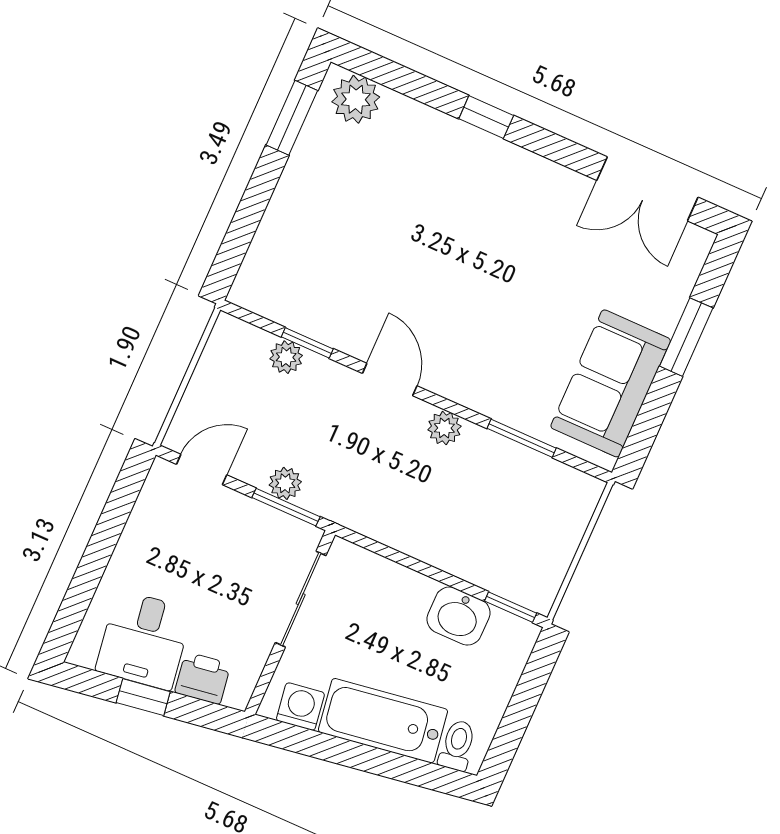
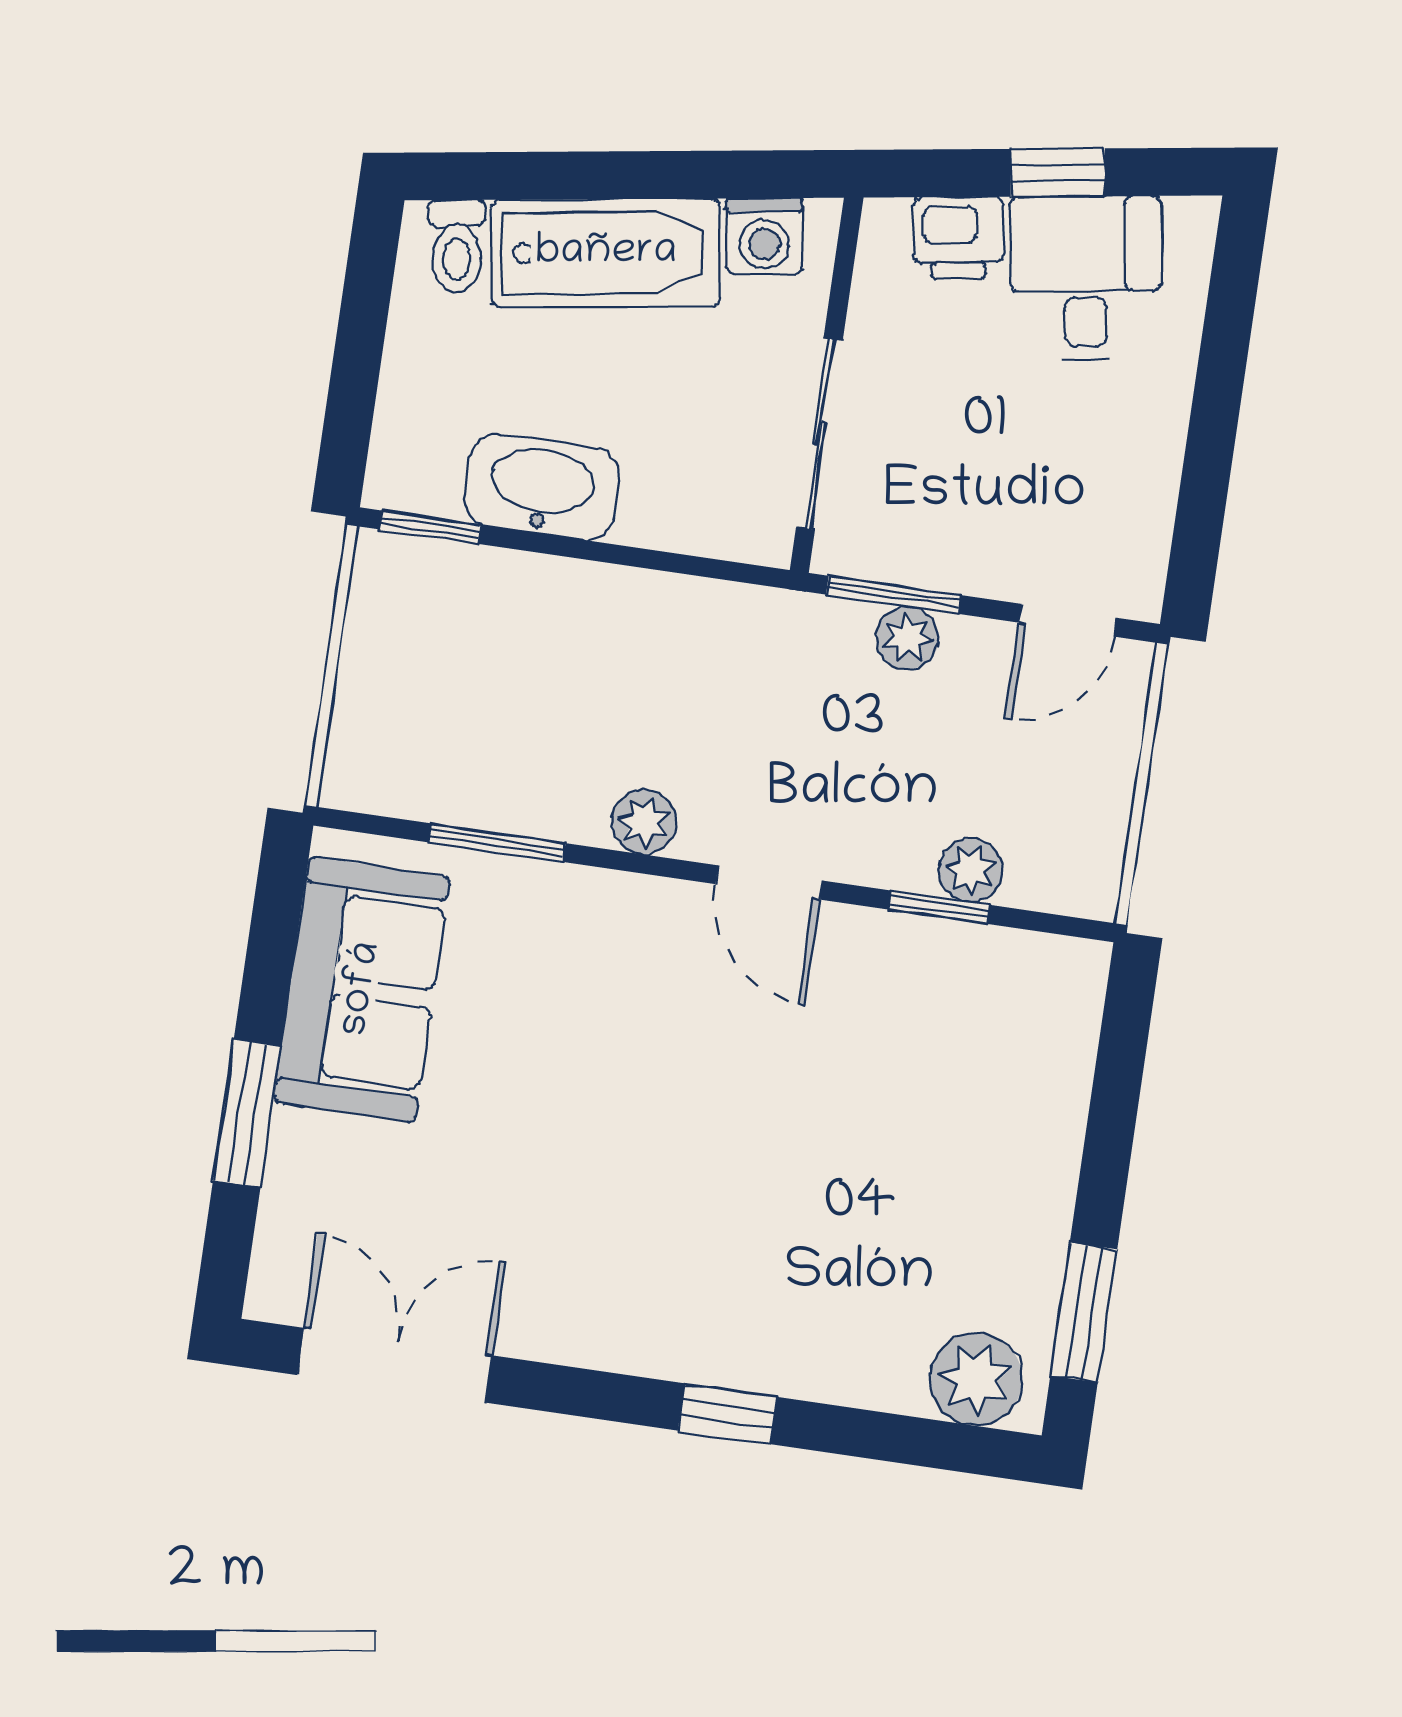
washbasin: (458, 616) -> (542, 487), width x1.38

